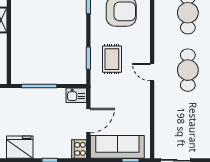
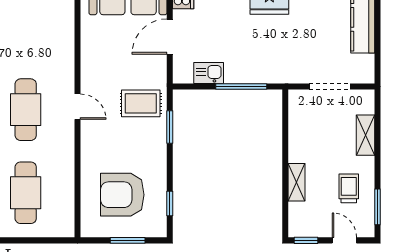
rug: (112, 59) -> (141, 103), moved, turned 90
kitchen sink: (76, 95) -> (209, 73), moved

